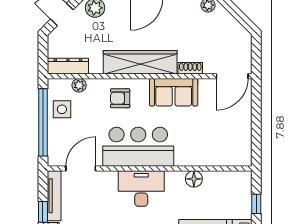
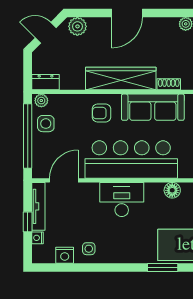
dresser: (68, 66) -> (46, 82), width x0.70
plant: (79, 85) -> (41, 101), moved
sofa: (174, 92) -> (153, 107), width x1.36
bar counter: (138, 147) -> (131, 159), width x1.36

